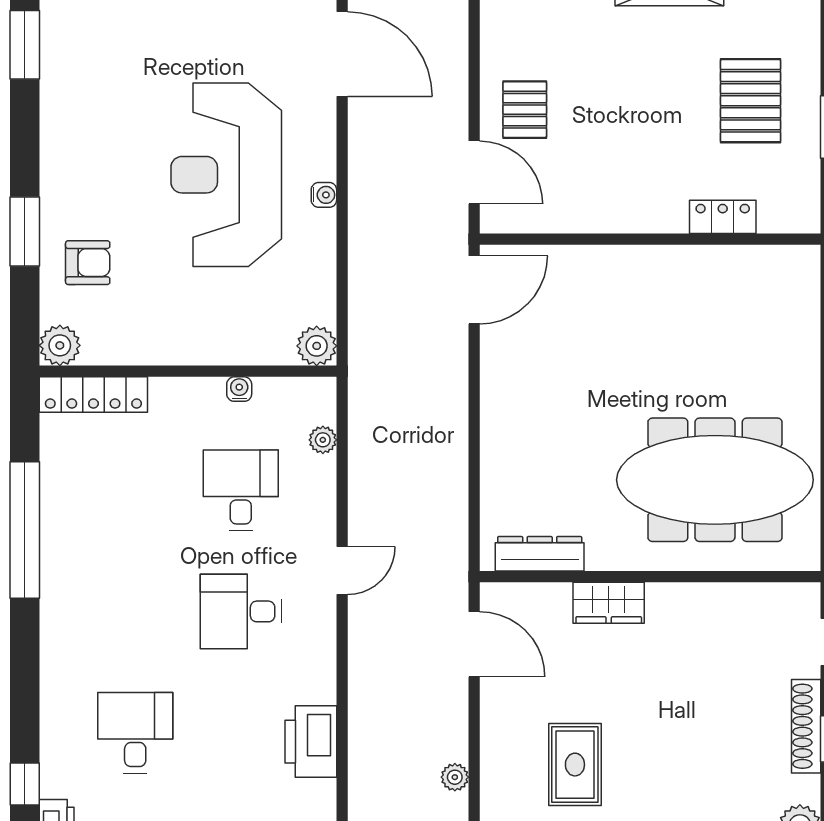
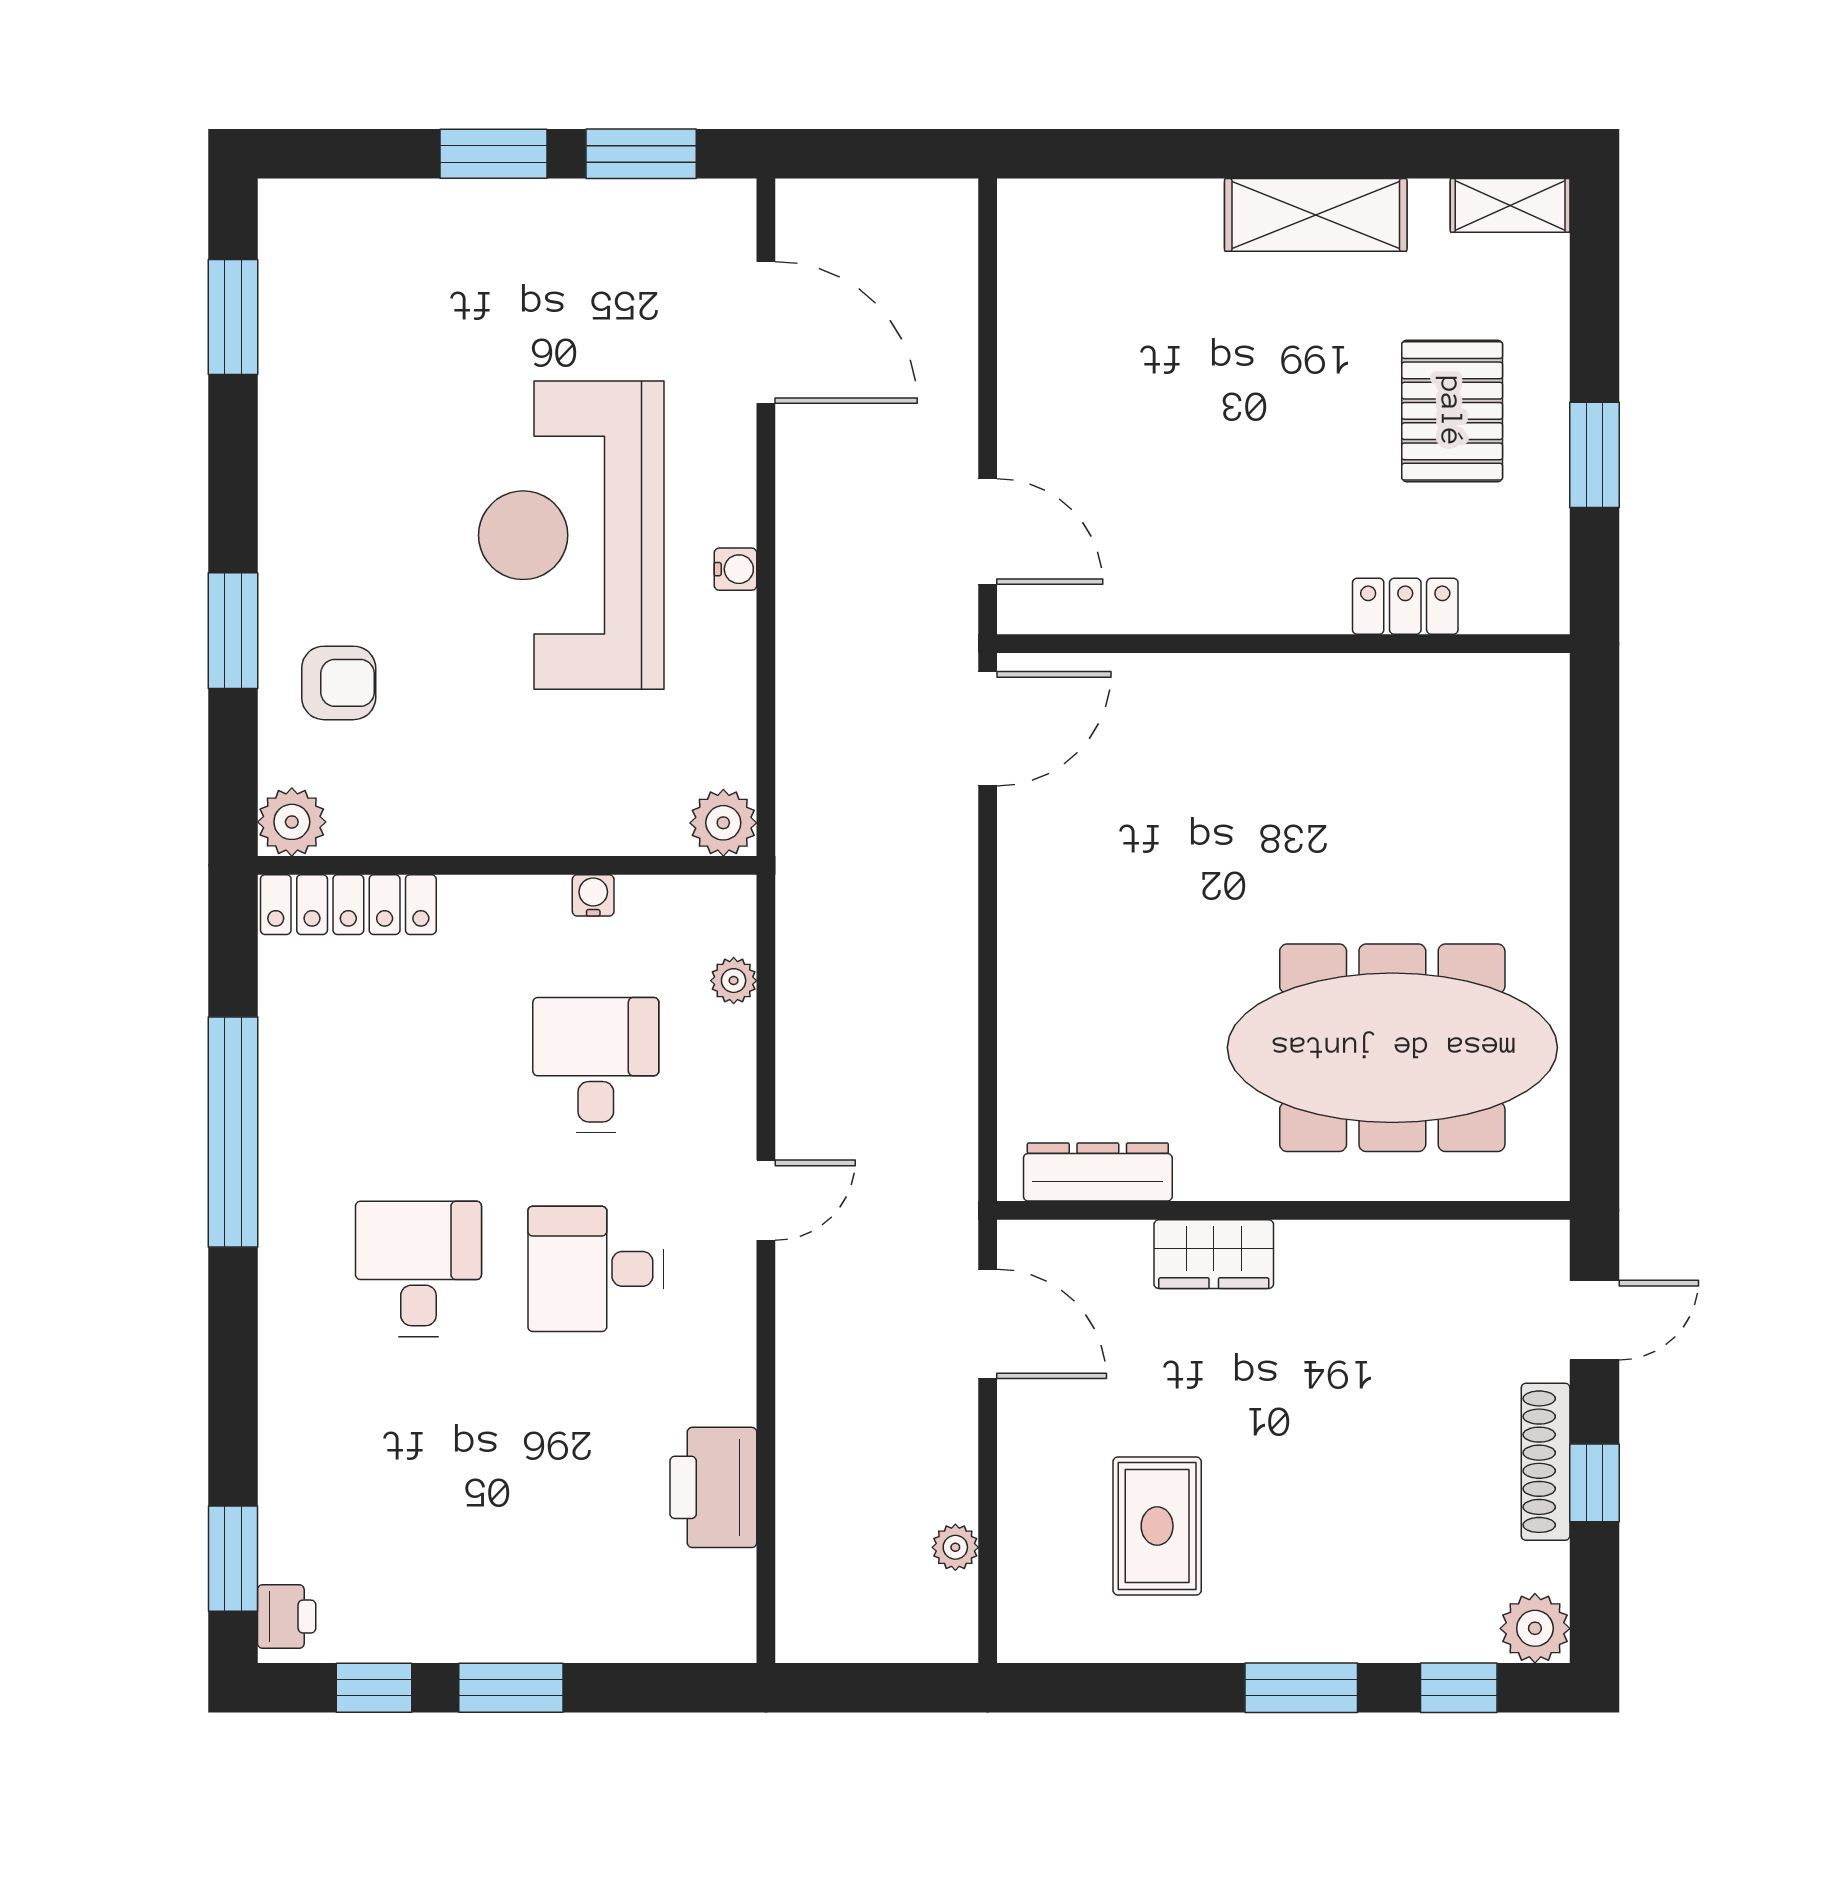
pallet: (525, 110) -> (1073, 426), removed
desk: (135, 733) -> (418, 1269), moved
window: (25, 784) -> (233, 1559), width x1.50

